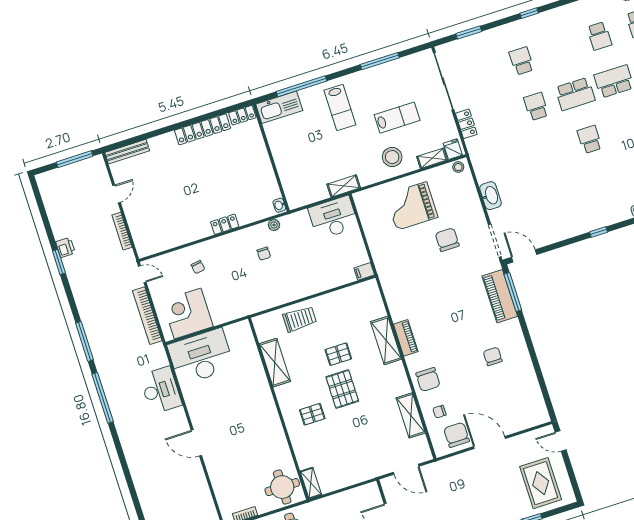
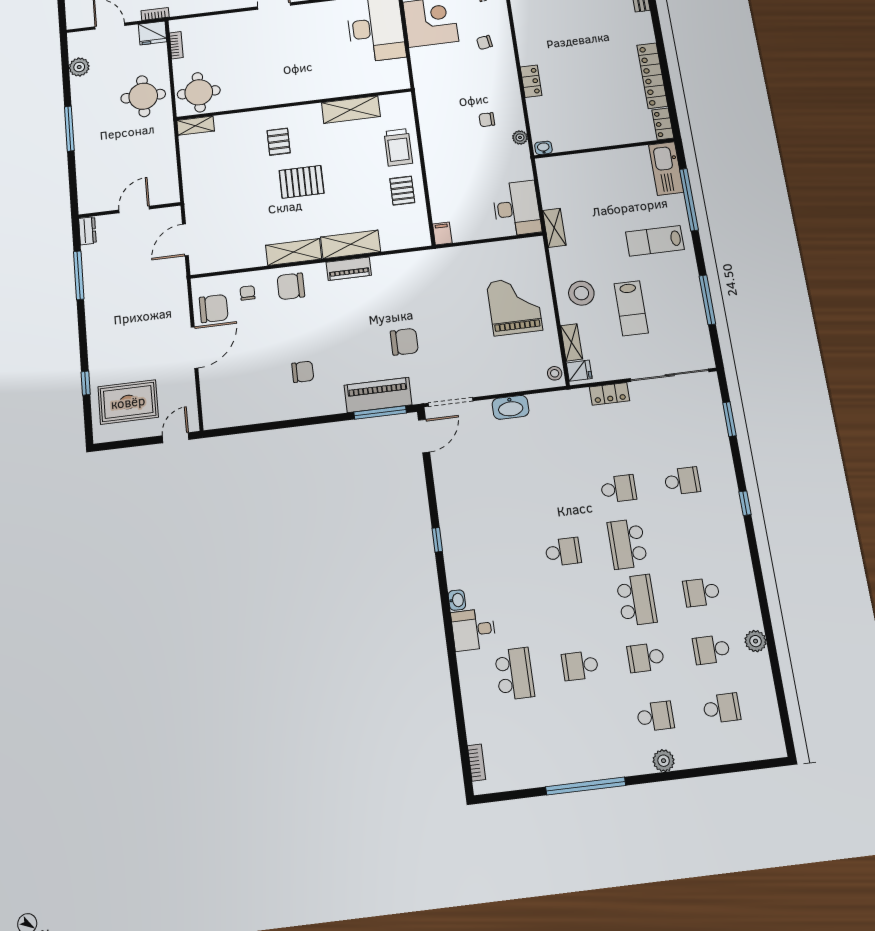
chair: (447, 240) -> (404, 342), moved
pallet: (338, 354) -> (402, 191), moved
shelving: (411, 415) -> (294, 252), moved

